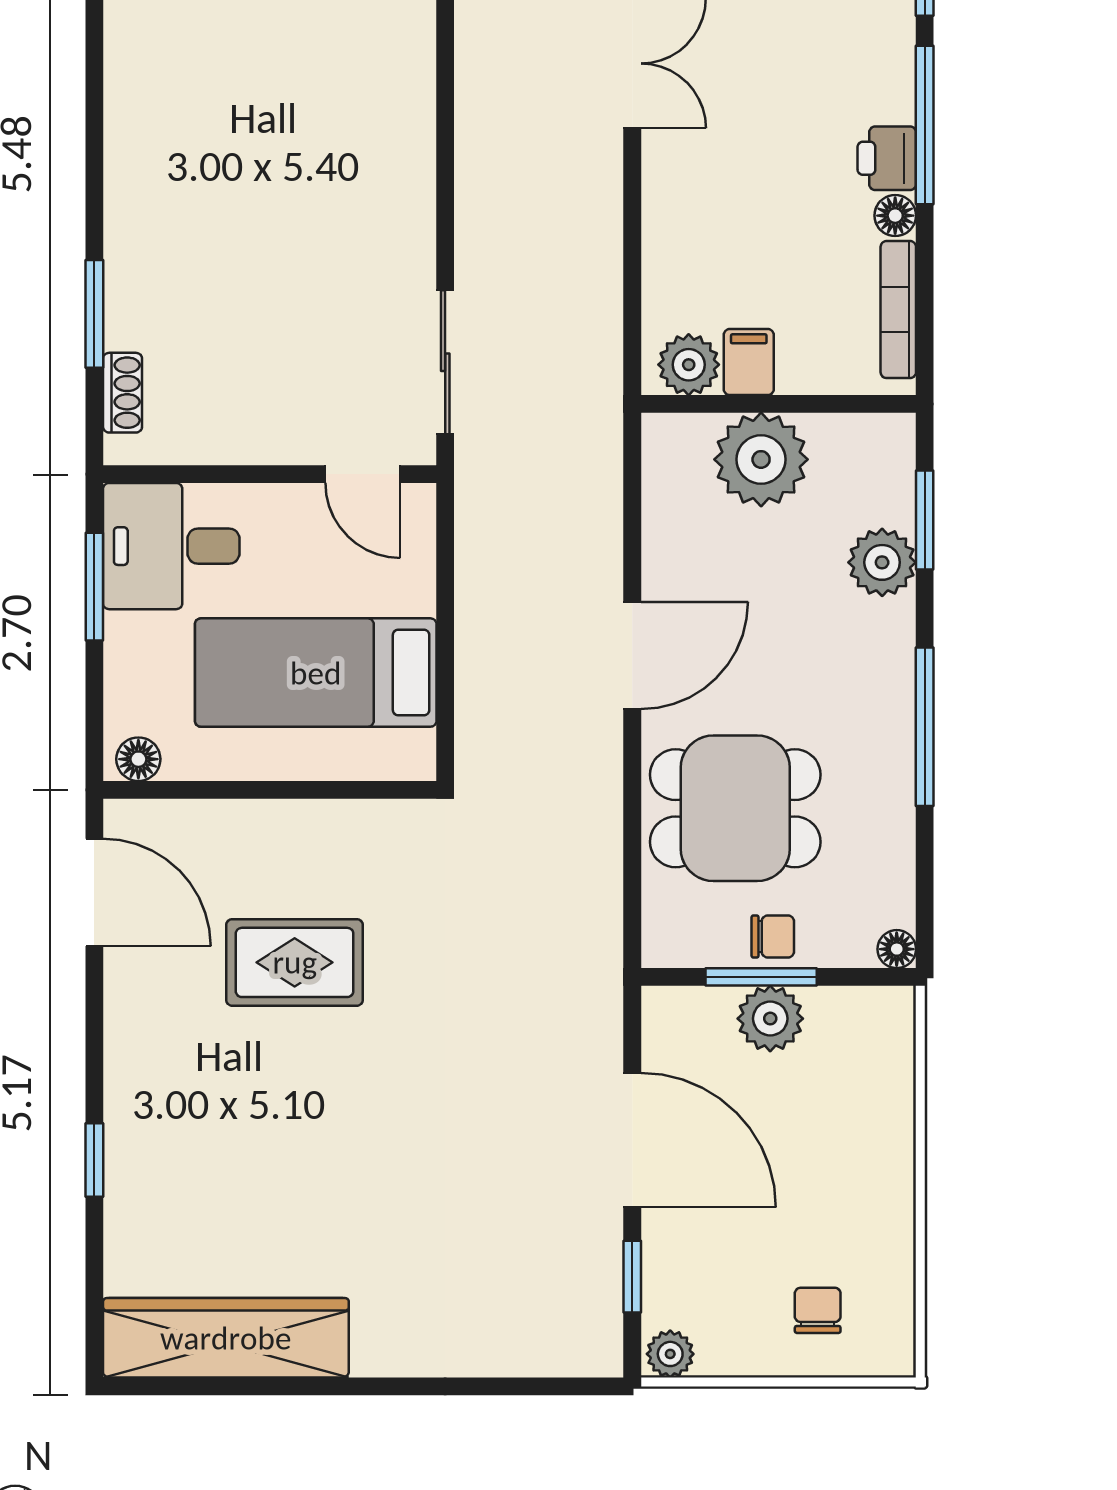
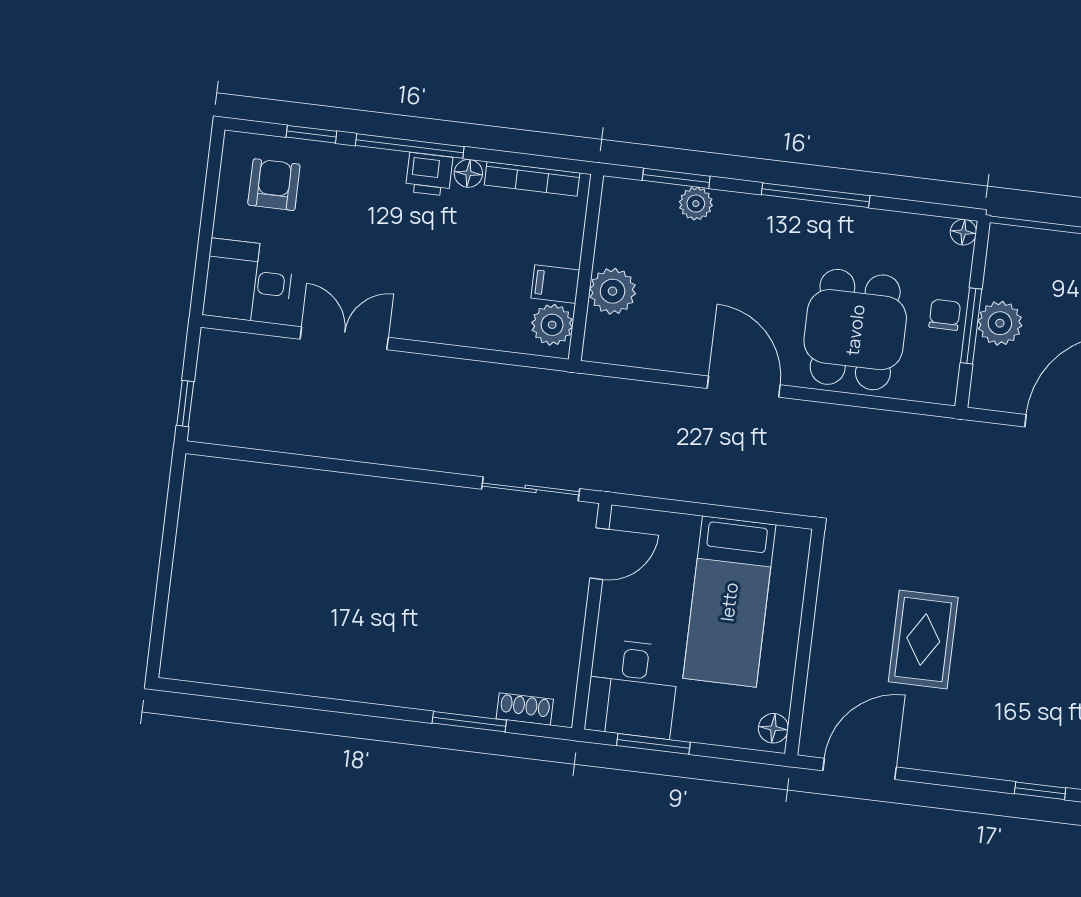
plant: (761, 459) -> (613, 291), width x0.73, depth x0.73
plant: (882, 562) -> (696, 204), width x0.73, depth x0.73

